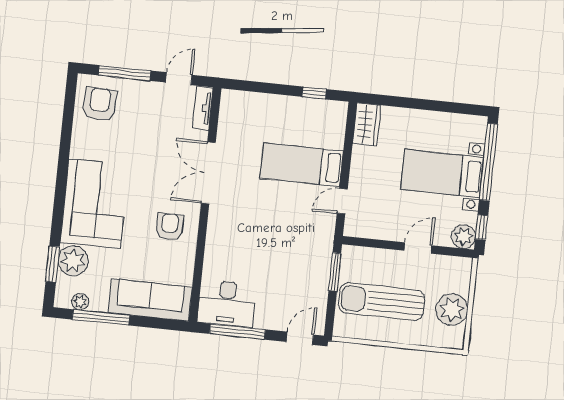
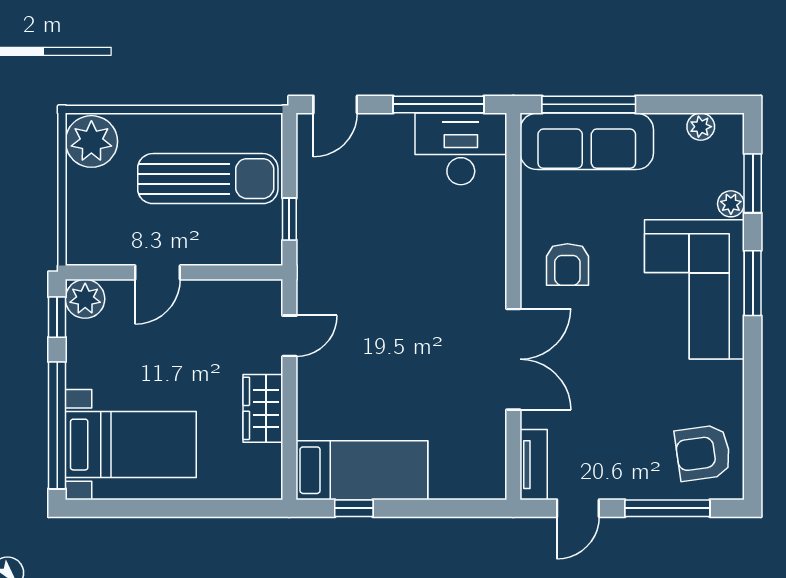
armchair: (100, 104) -> (703, 453), turned 80
wardrobe: (367, 124) -> (263, 408), moved
bed: (302, 165) -> (362, 470), moved
bed with nightstands: (442, 173) -> (131, 445), moved
window: (59, 204) -> (753, 283), added
plant: (73, 261) -> (731, 204), width x0.53, depth x0.53
window: (335, 272) -> (289, 219), width x0.67
plant: (452, 310) -> (91, 141), moved
window: (101, 317) -> (589, 104), moved

